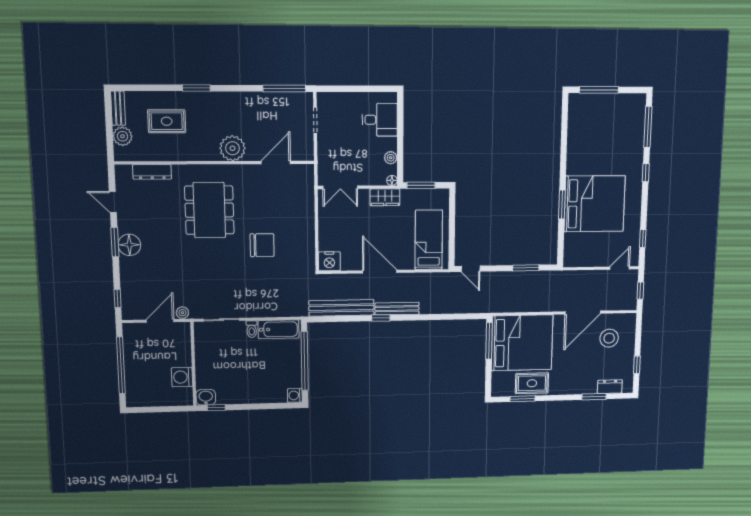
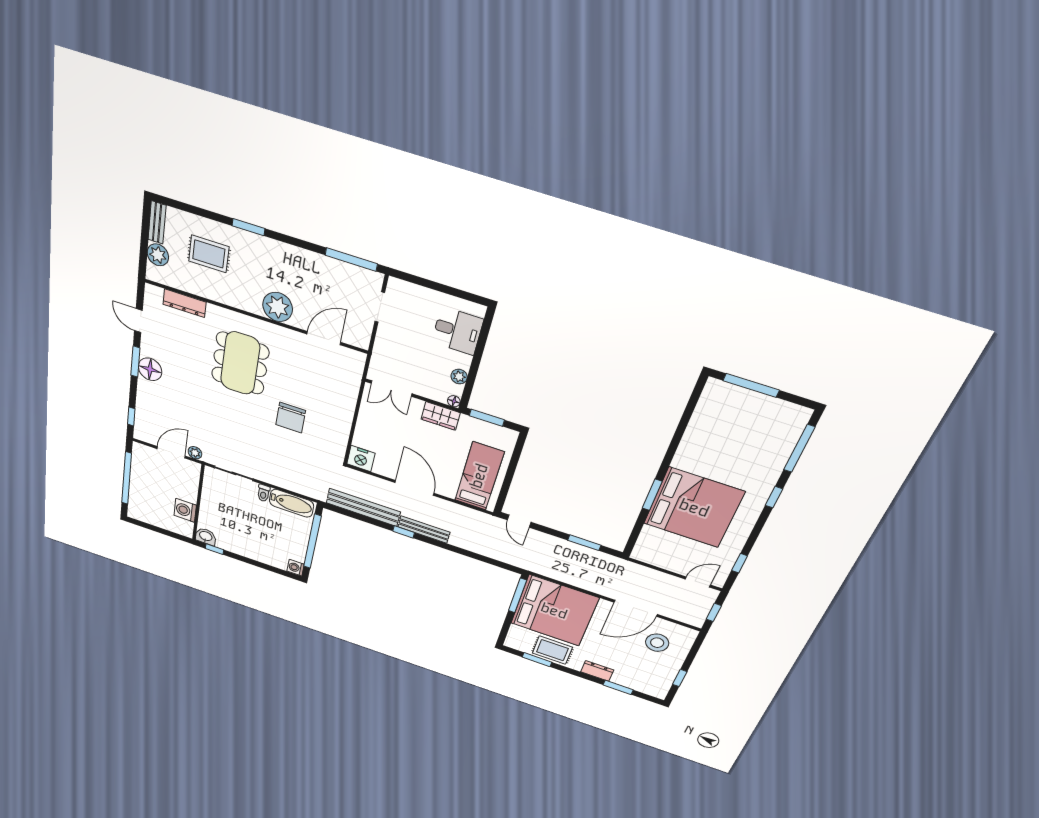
chair: (262, 245) -> (291, 418), turned 90
dresser: (610, 387) -> (597, 671), moved

